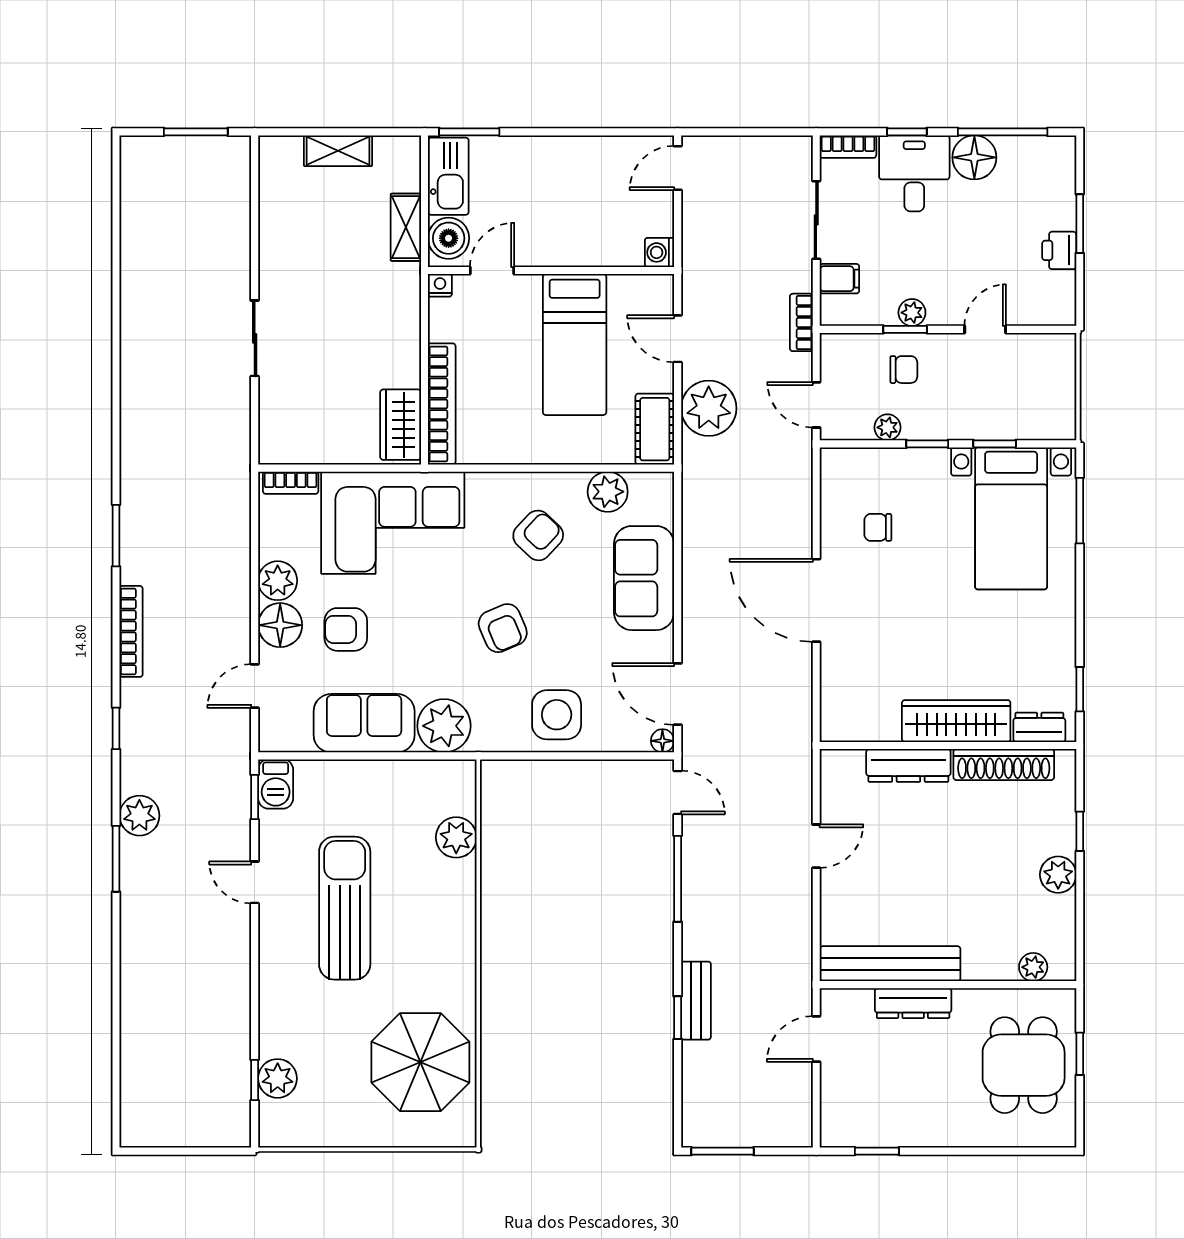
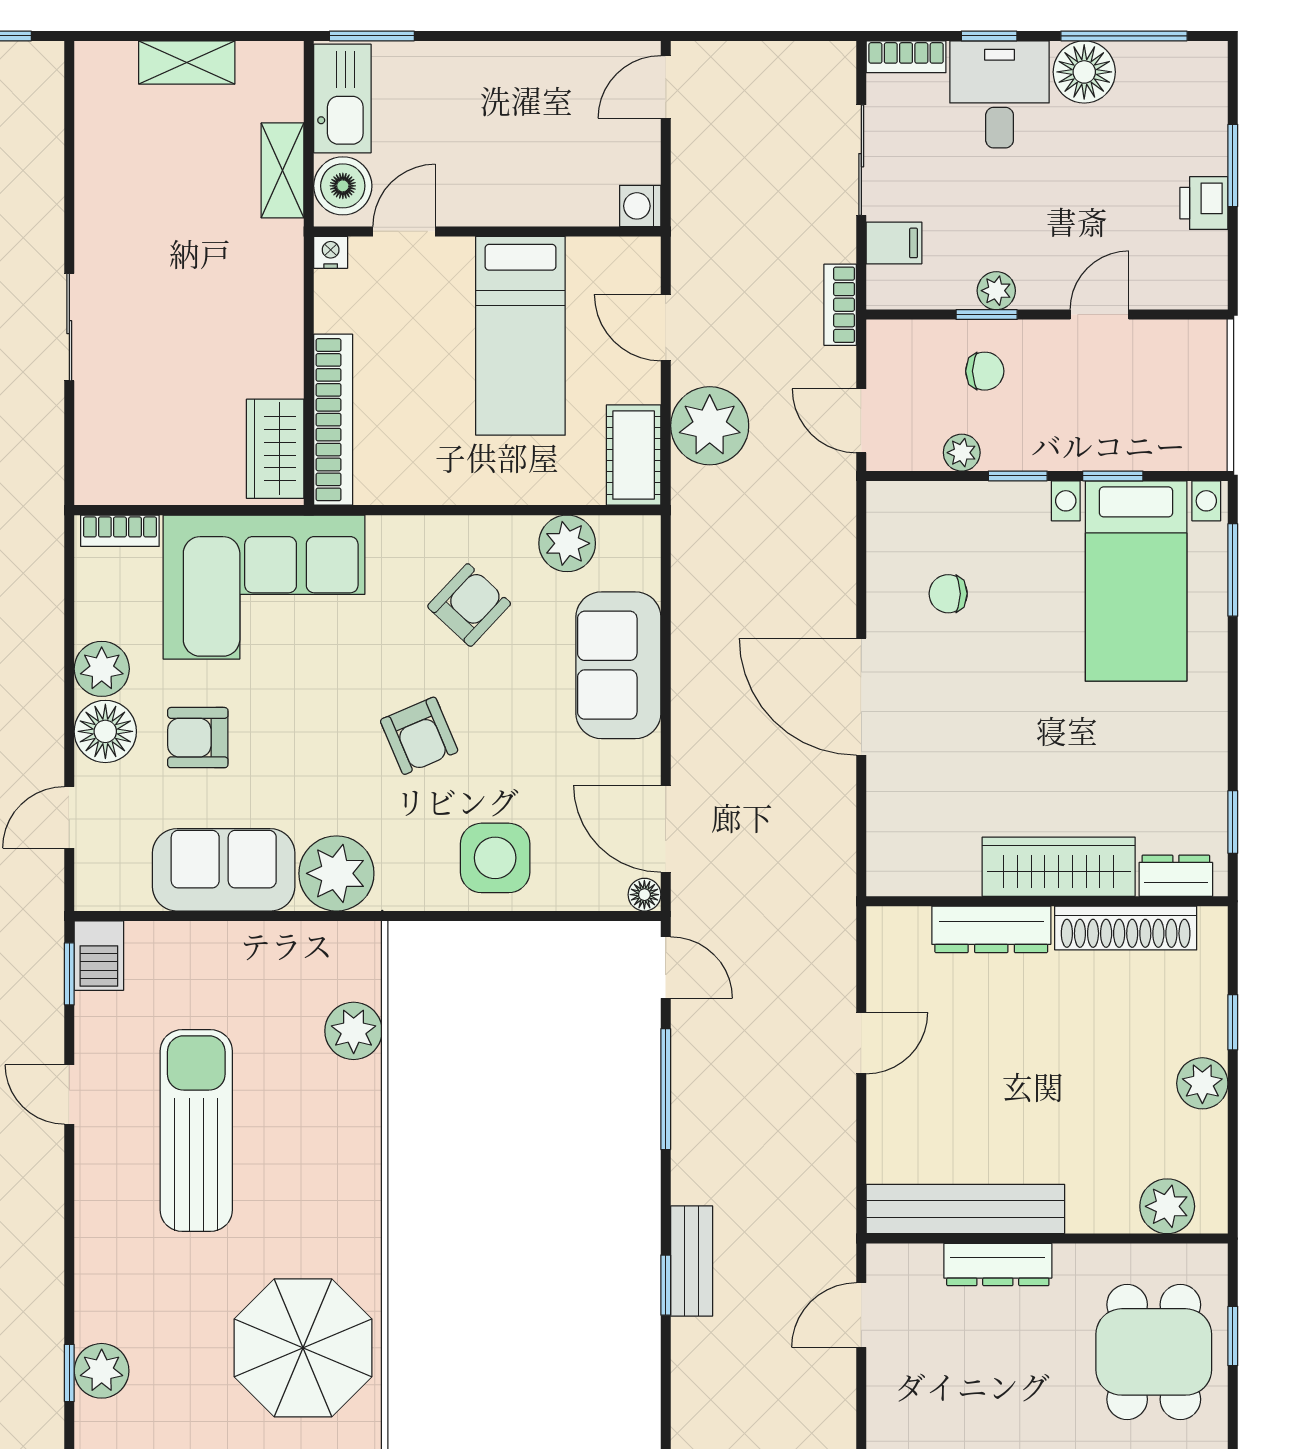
plant: (1033, 967) -> (1167, 1206), width x1.38, depth x1.38

